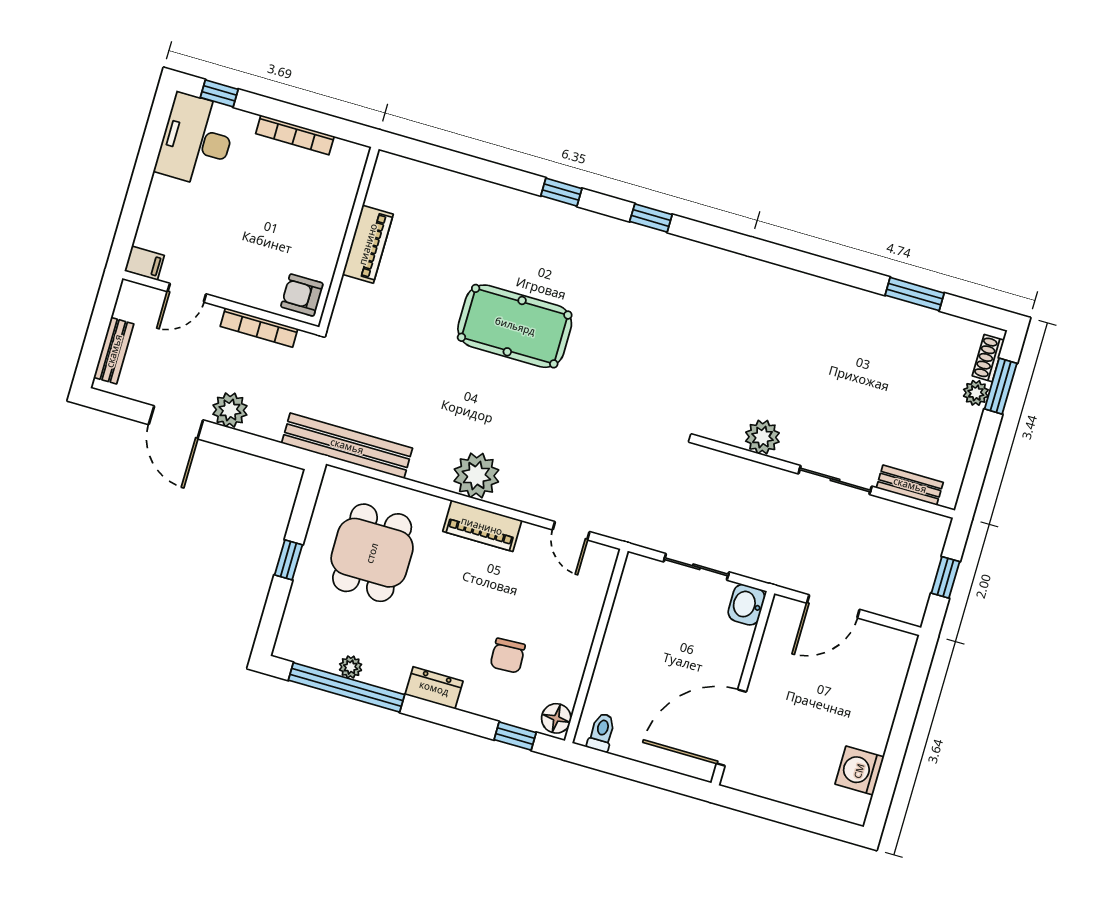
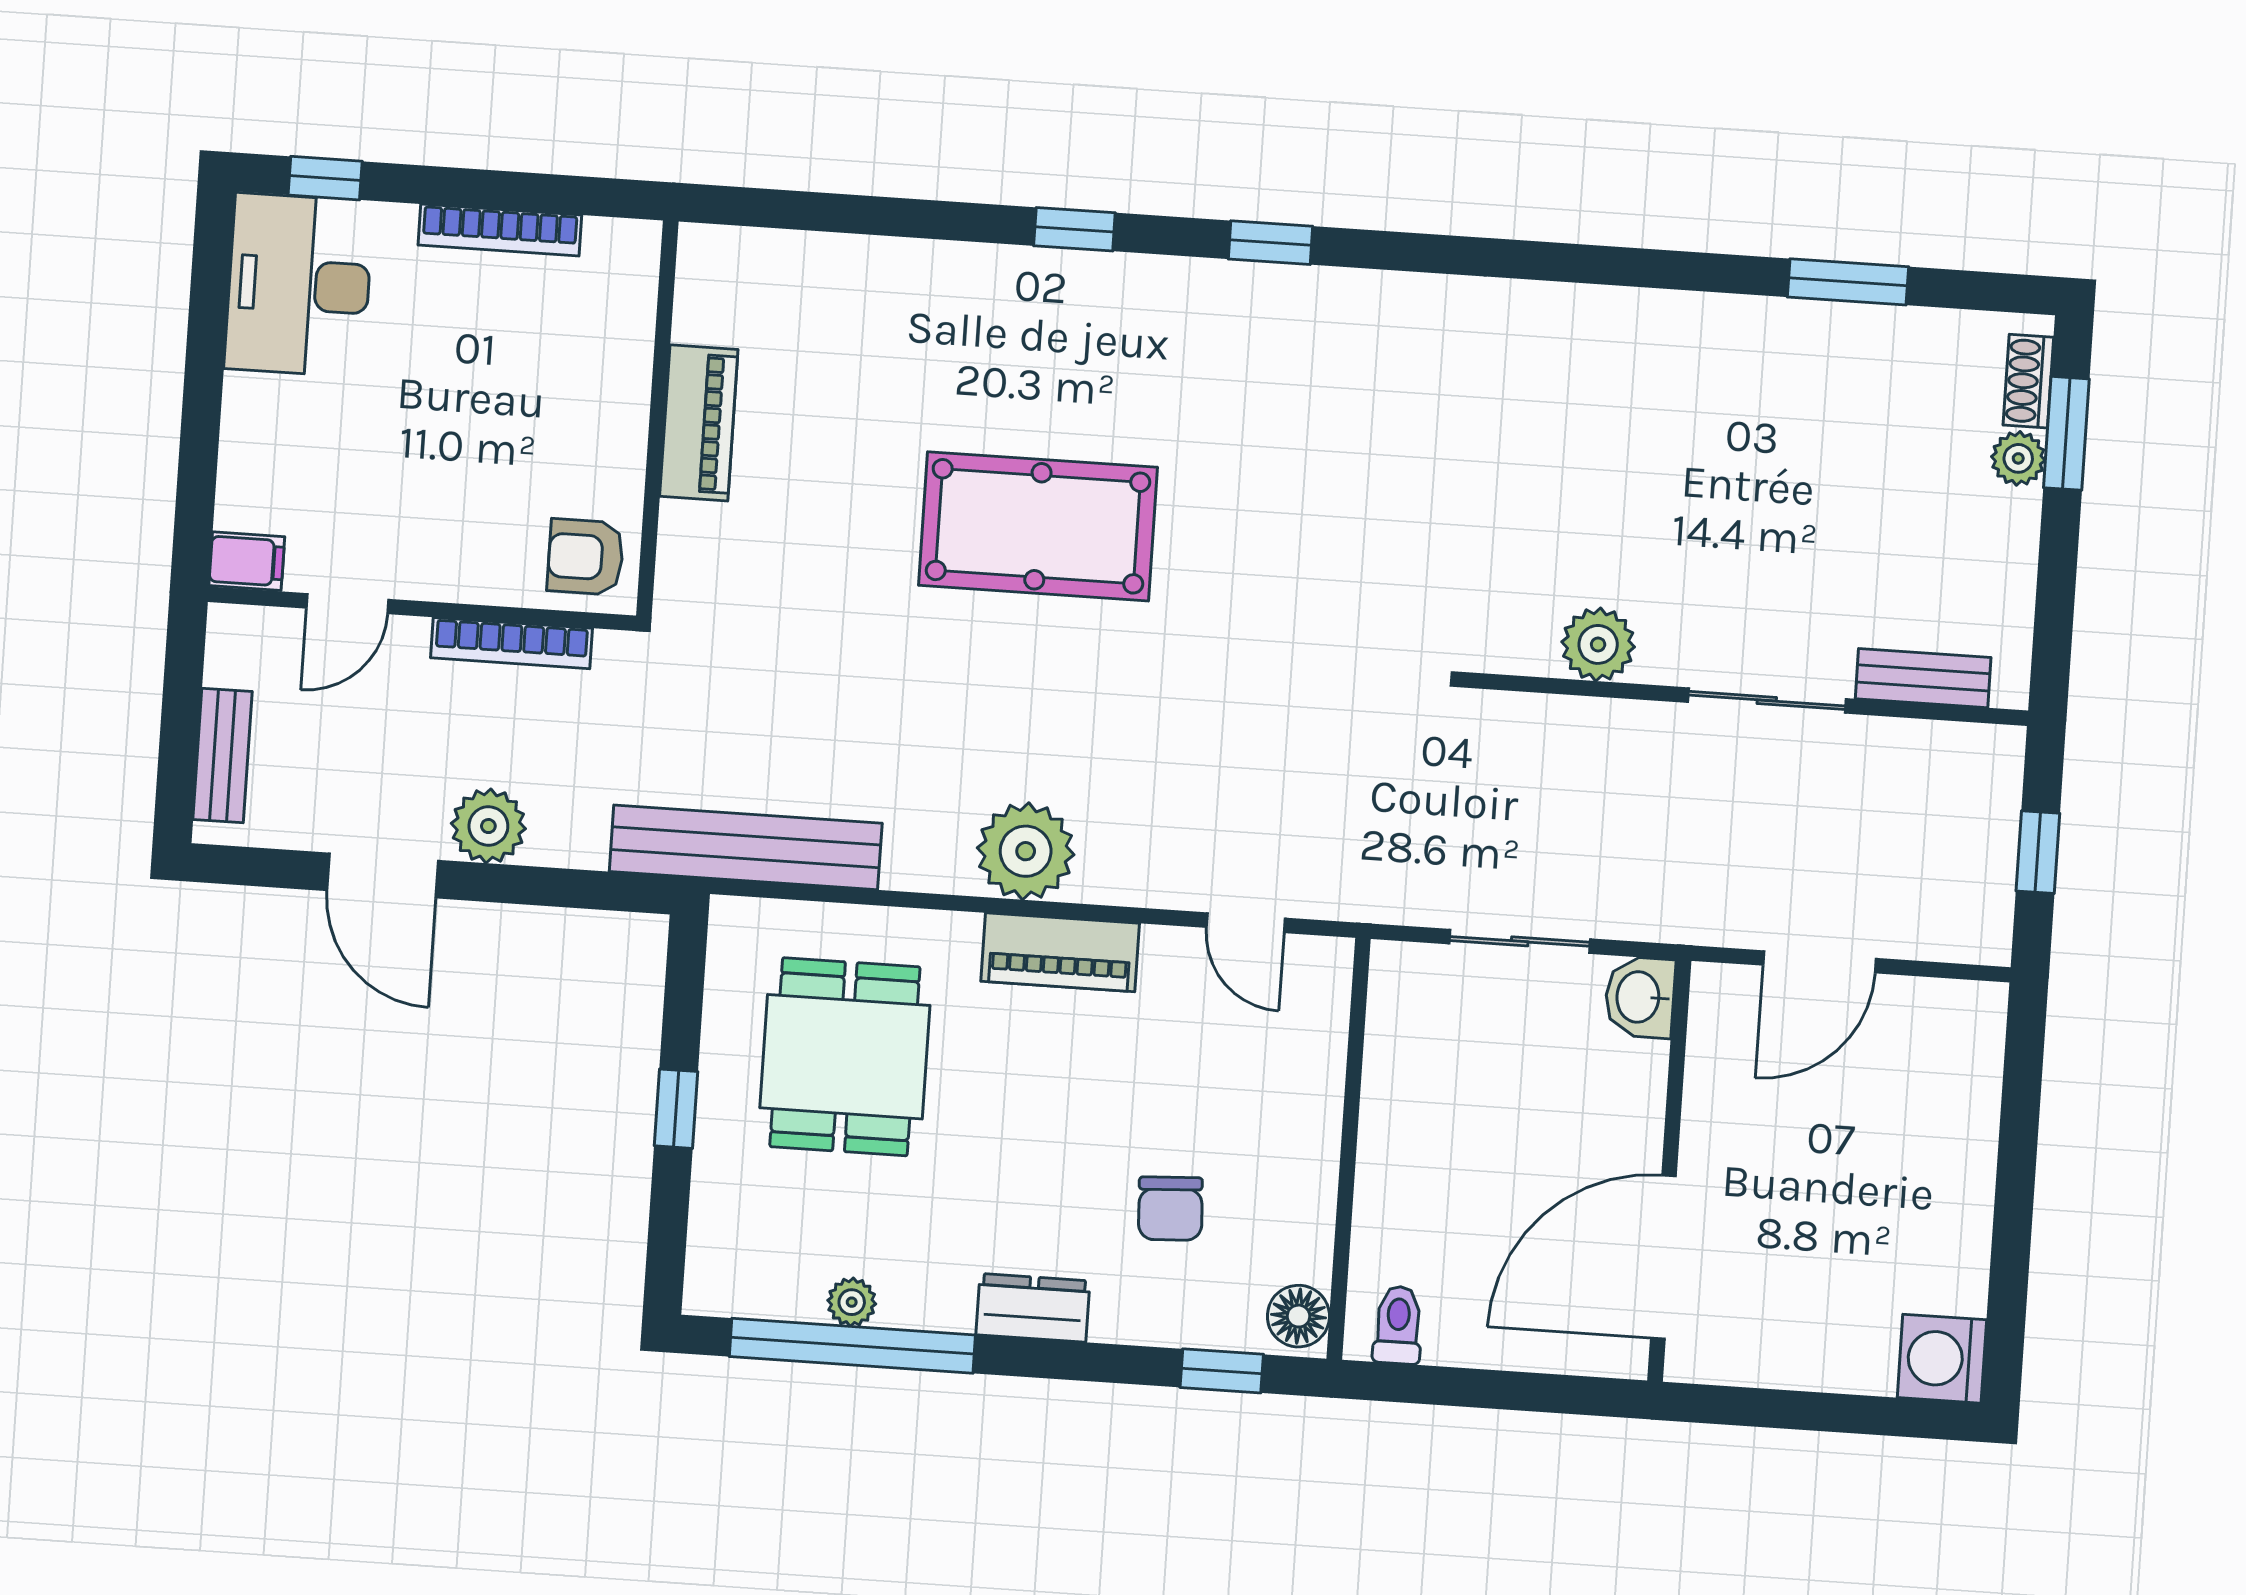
washing machine: (859, 771) -> (1942, 1359), moved

